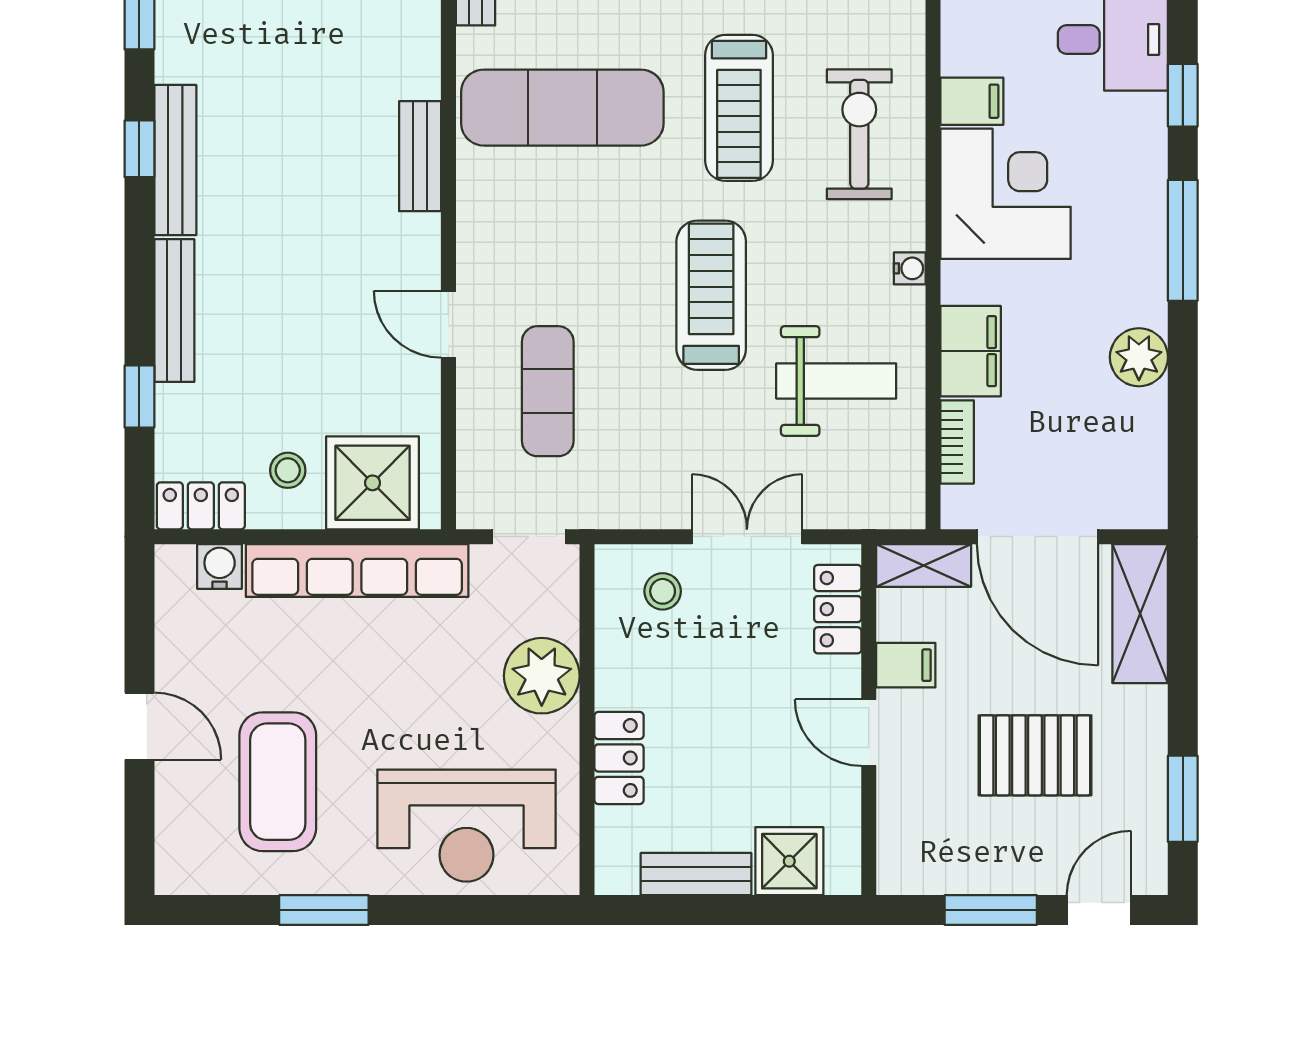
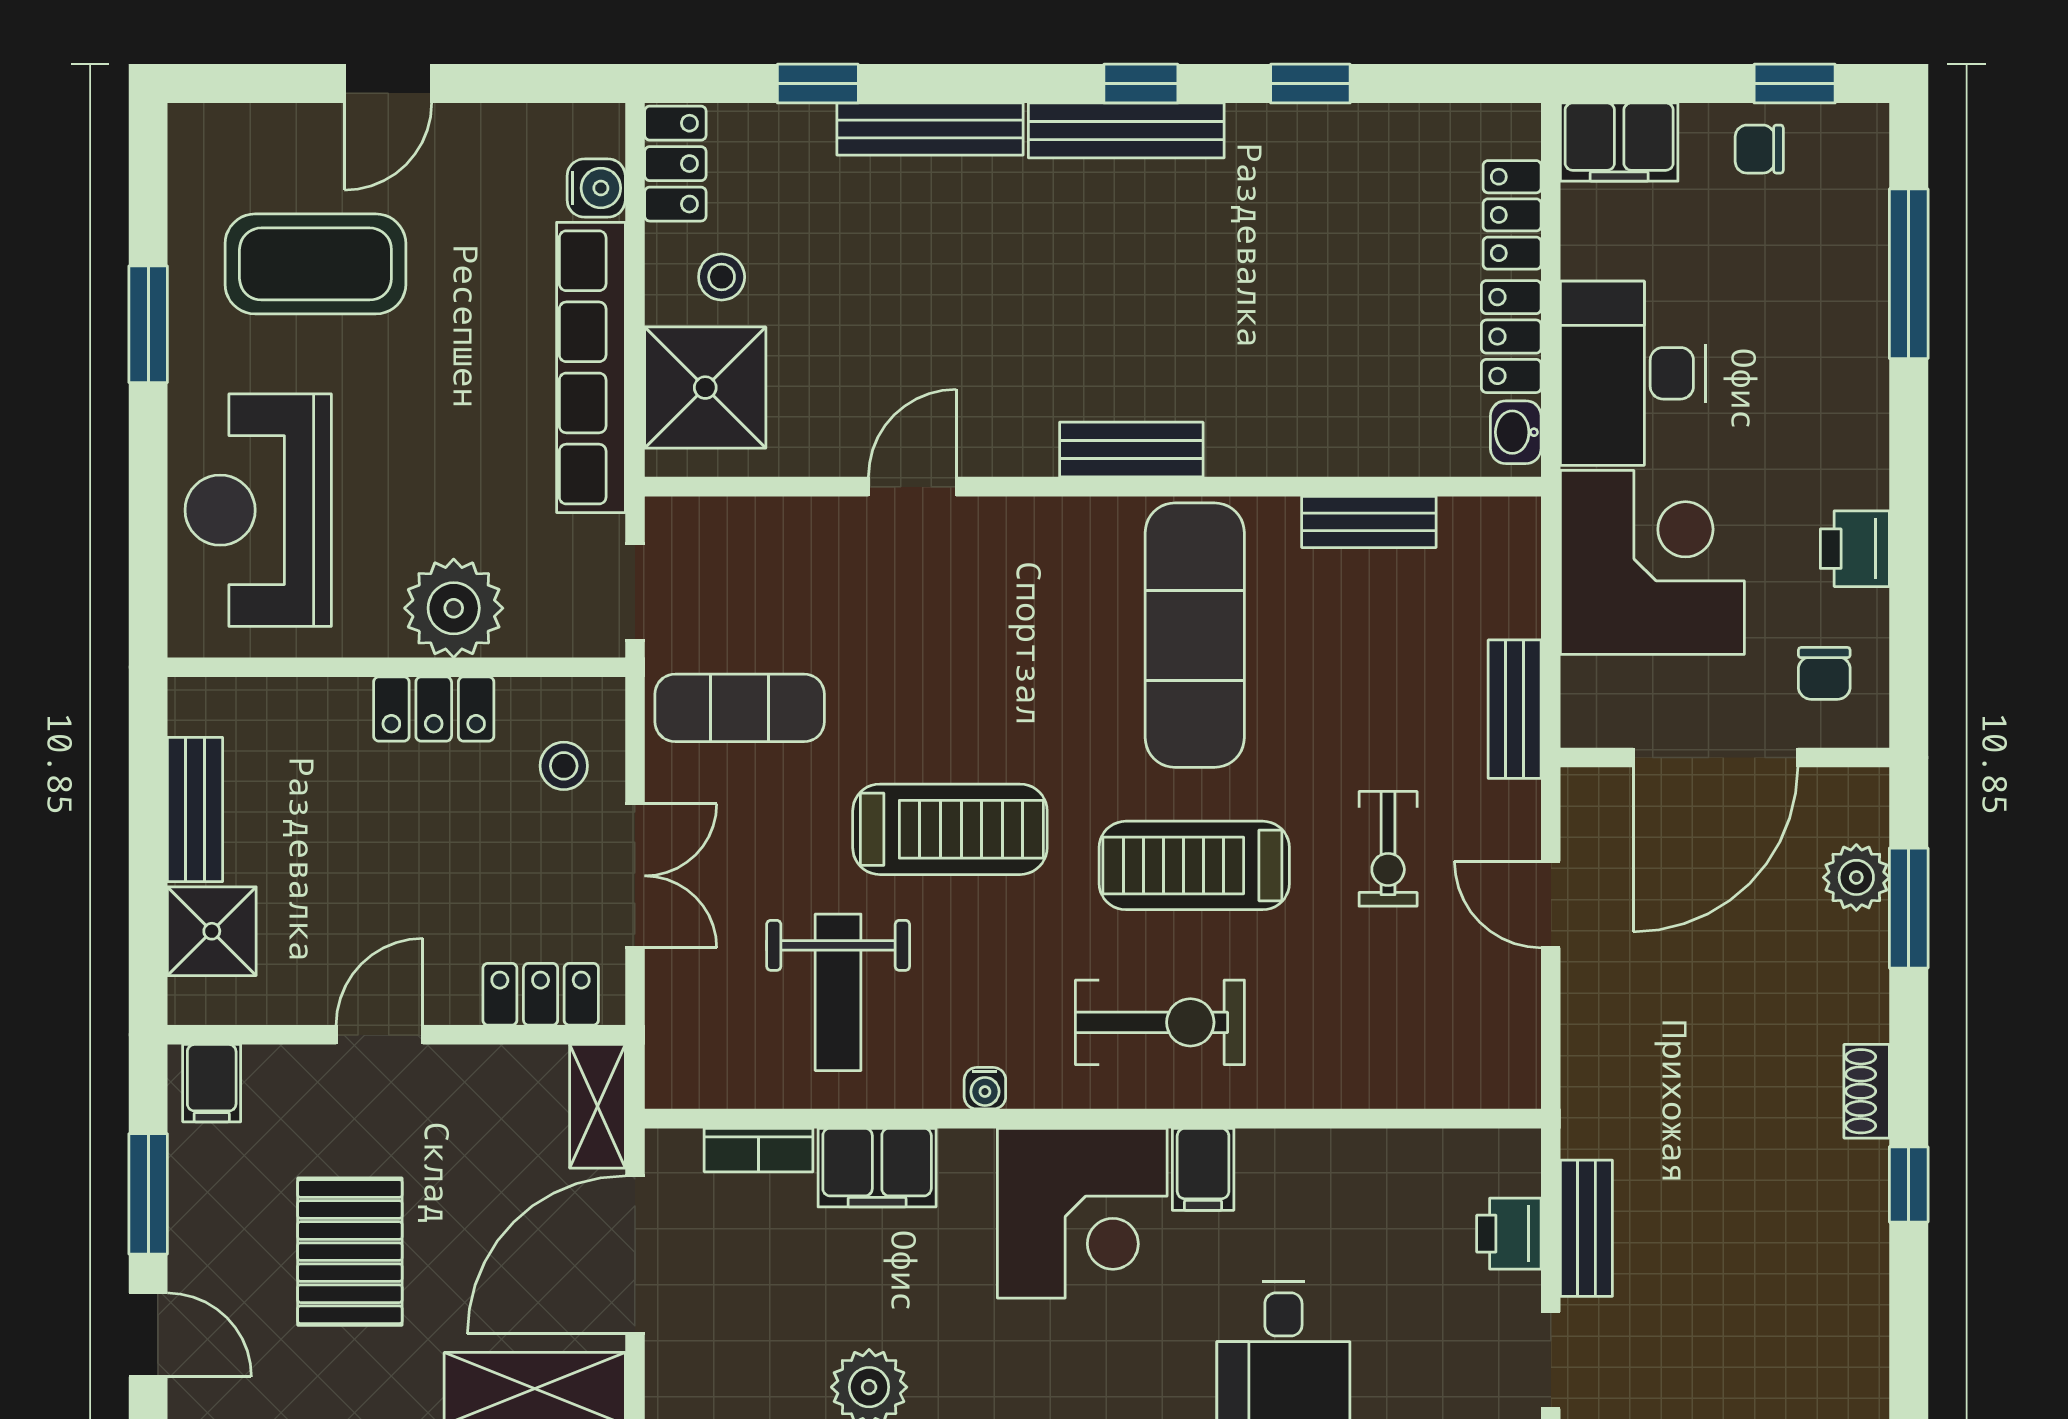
exercise mat: (548, 391) -> (740, 708), moved
filing cabinet: (906, 665) -> (212, 1083), moved
locker: (619, 758) -> (434, 709), moved

